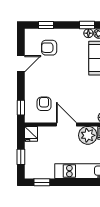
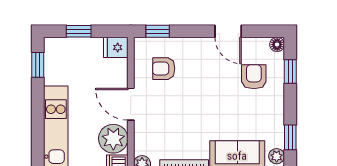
floor lamp: (88, 33) -> (277, 45), moved
armchair: (44, 104) -> (164, 69), turned 180
door: (66, 124) -> (131, 104), swing flipped

